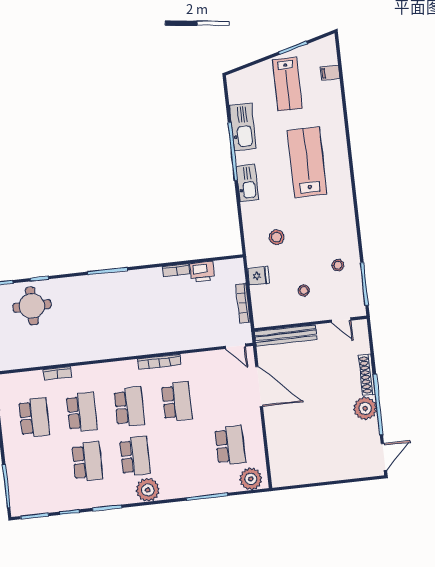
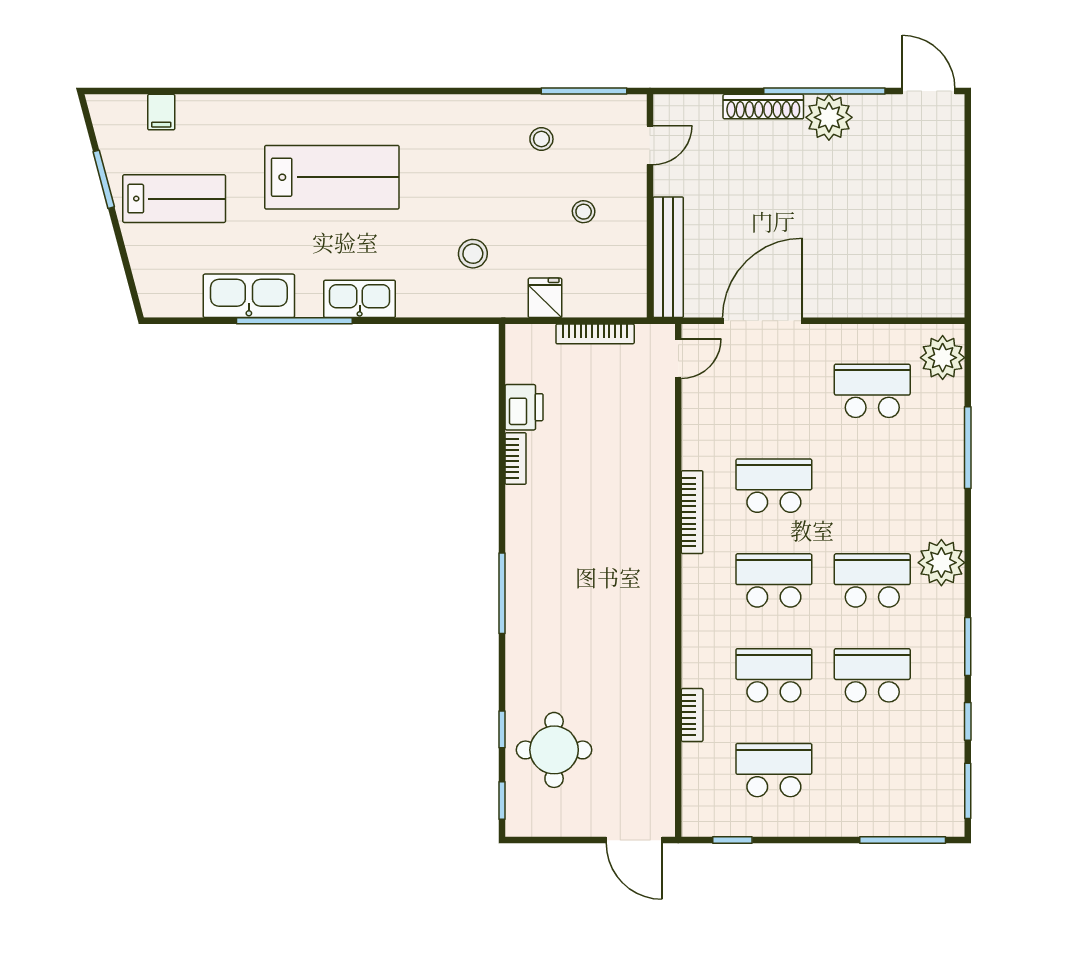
lab bench: (307, 162) -> (332, 177), turned 180

